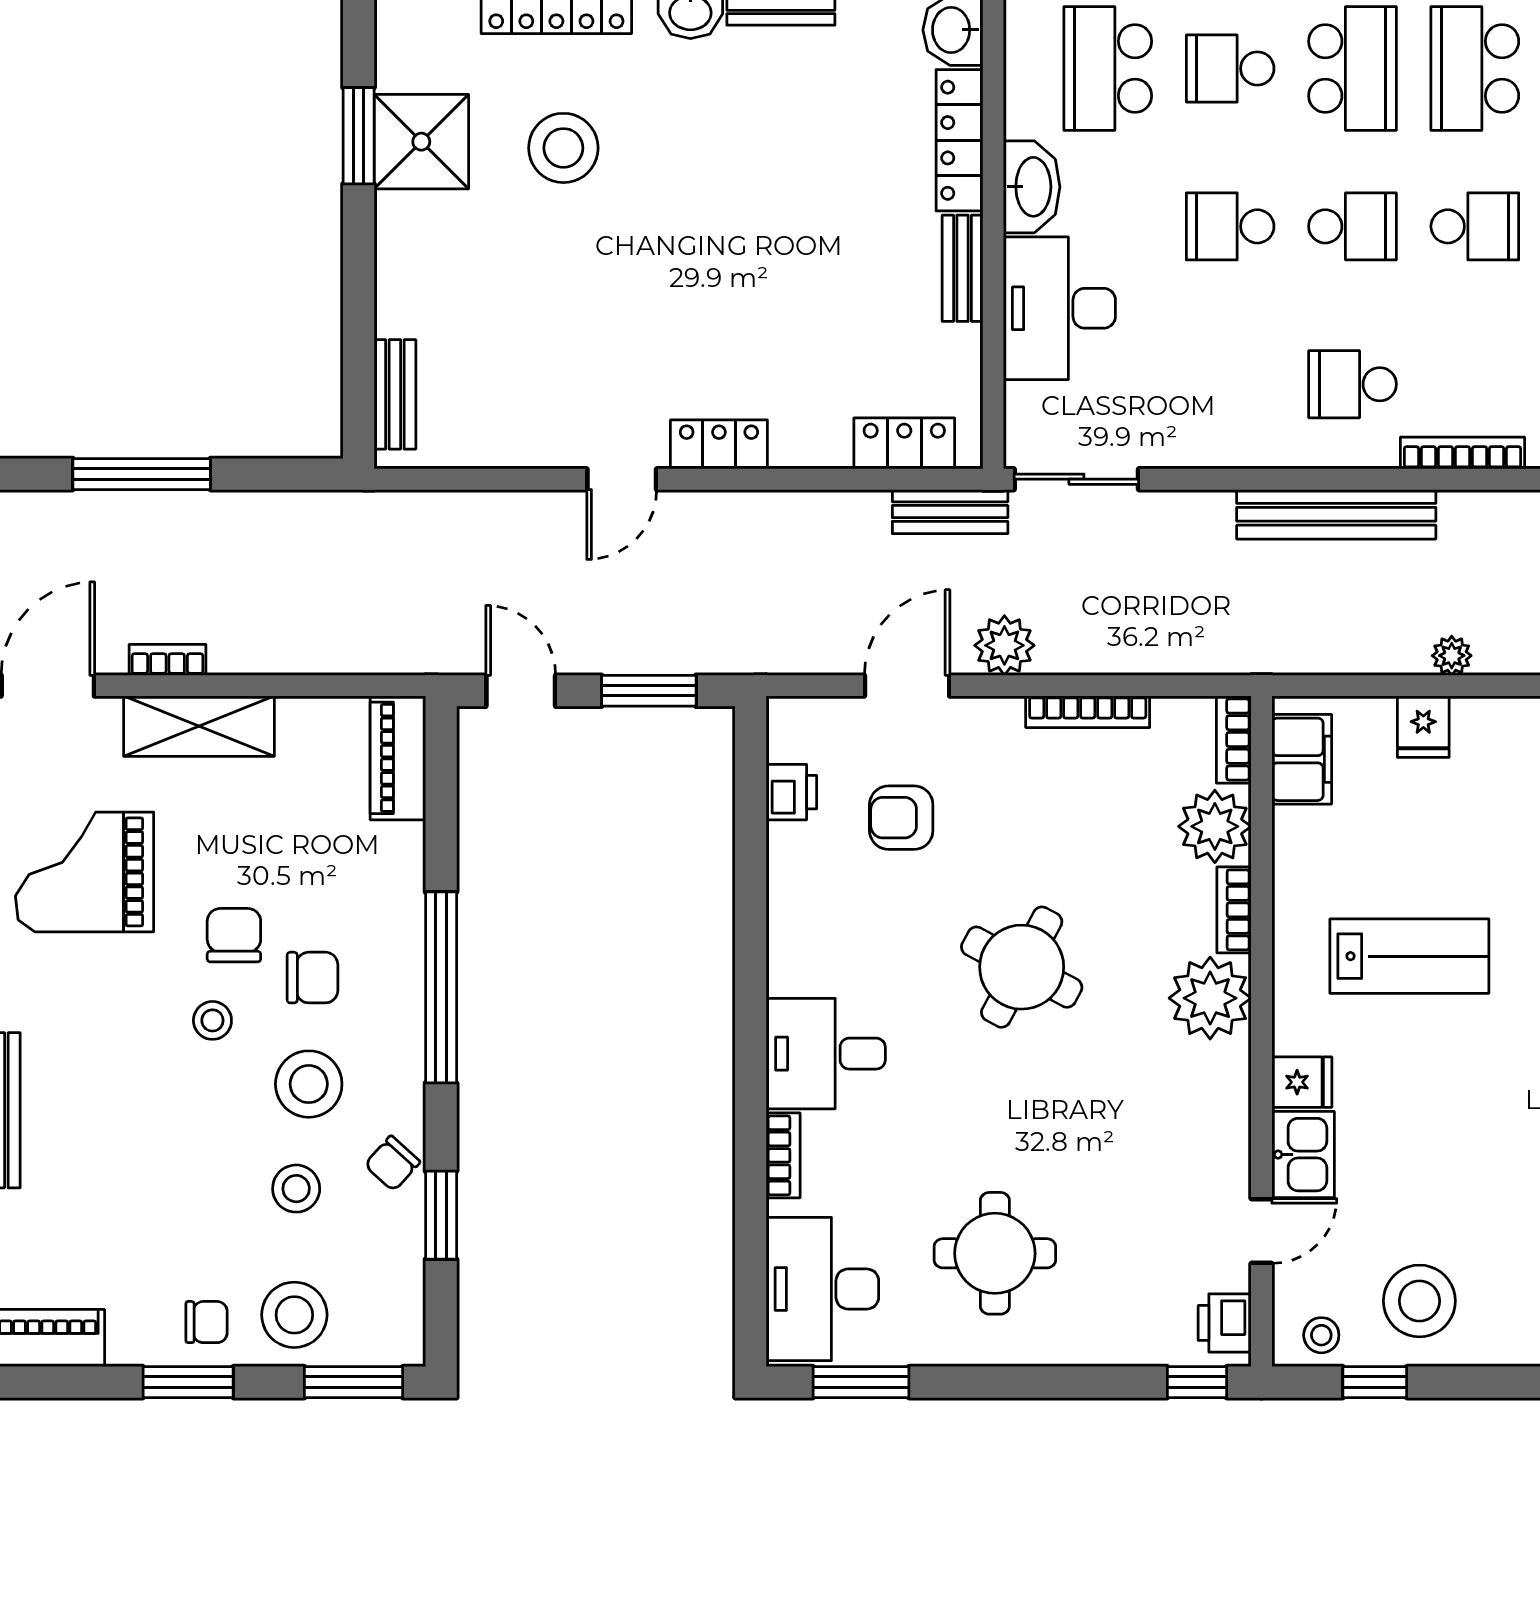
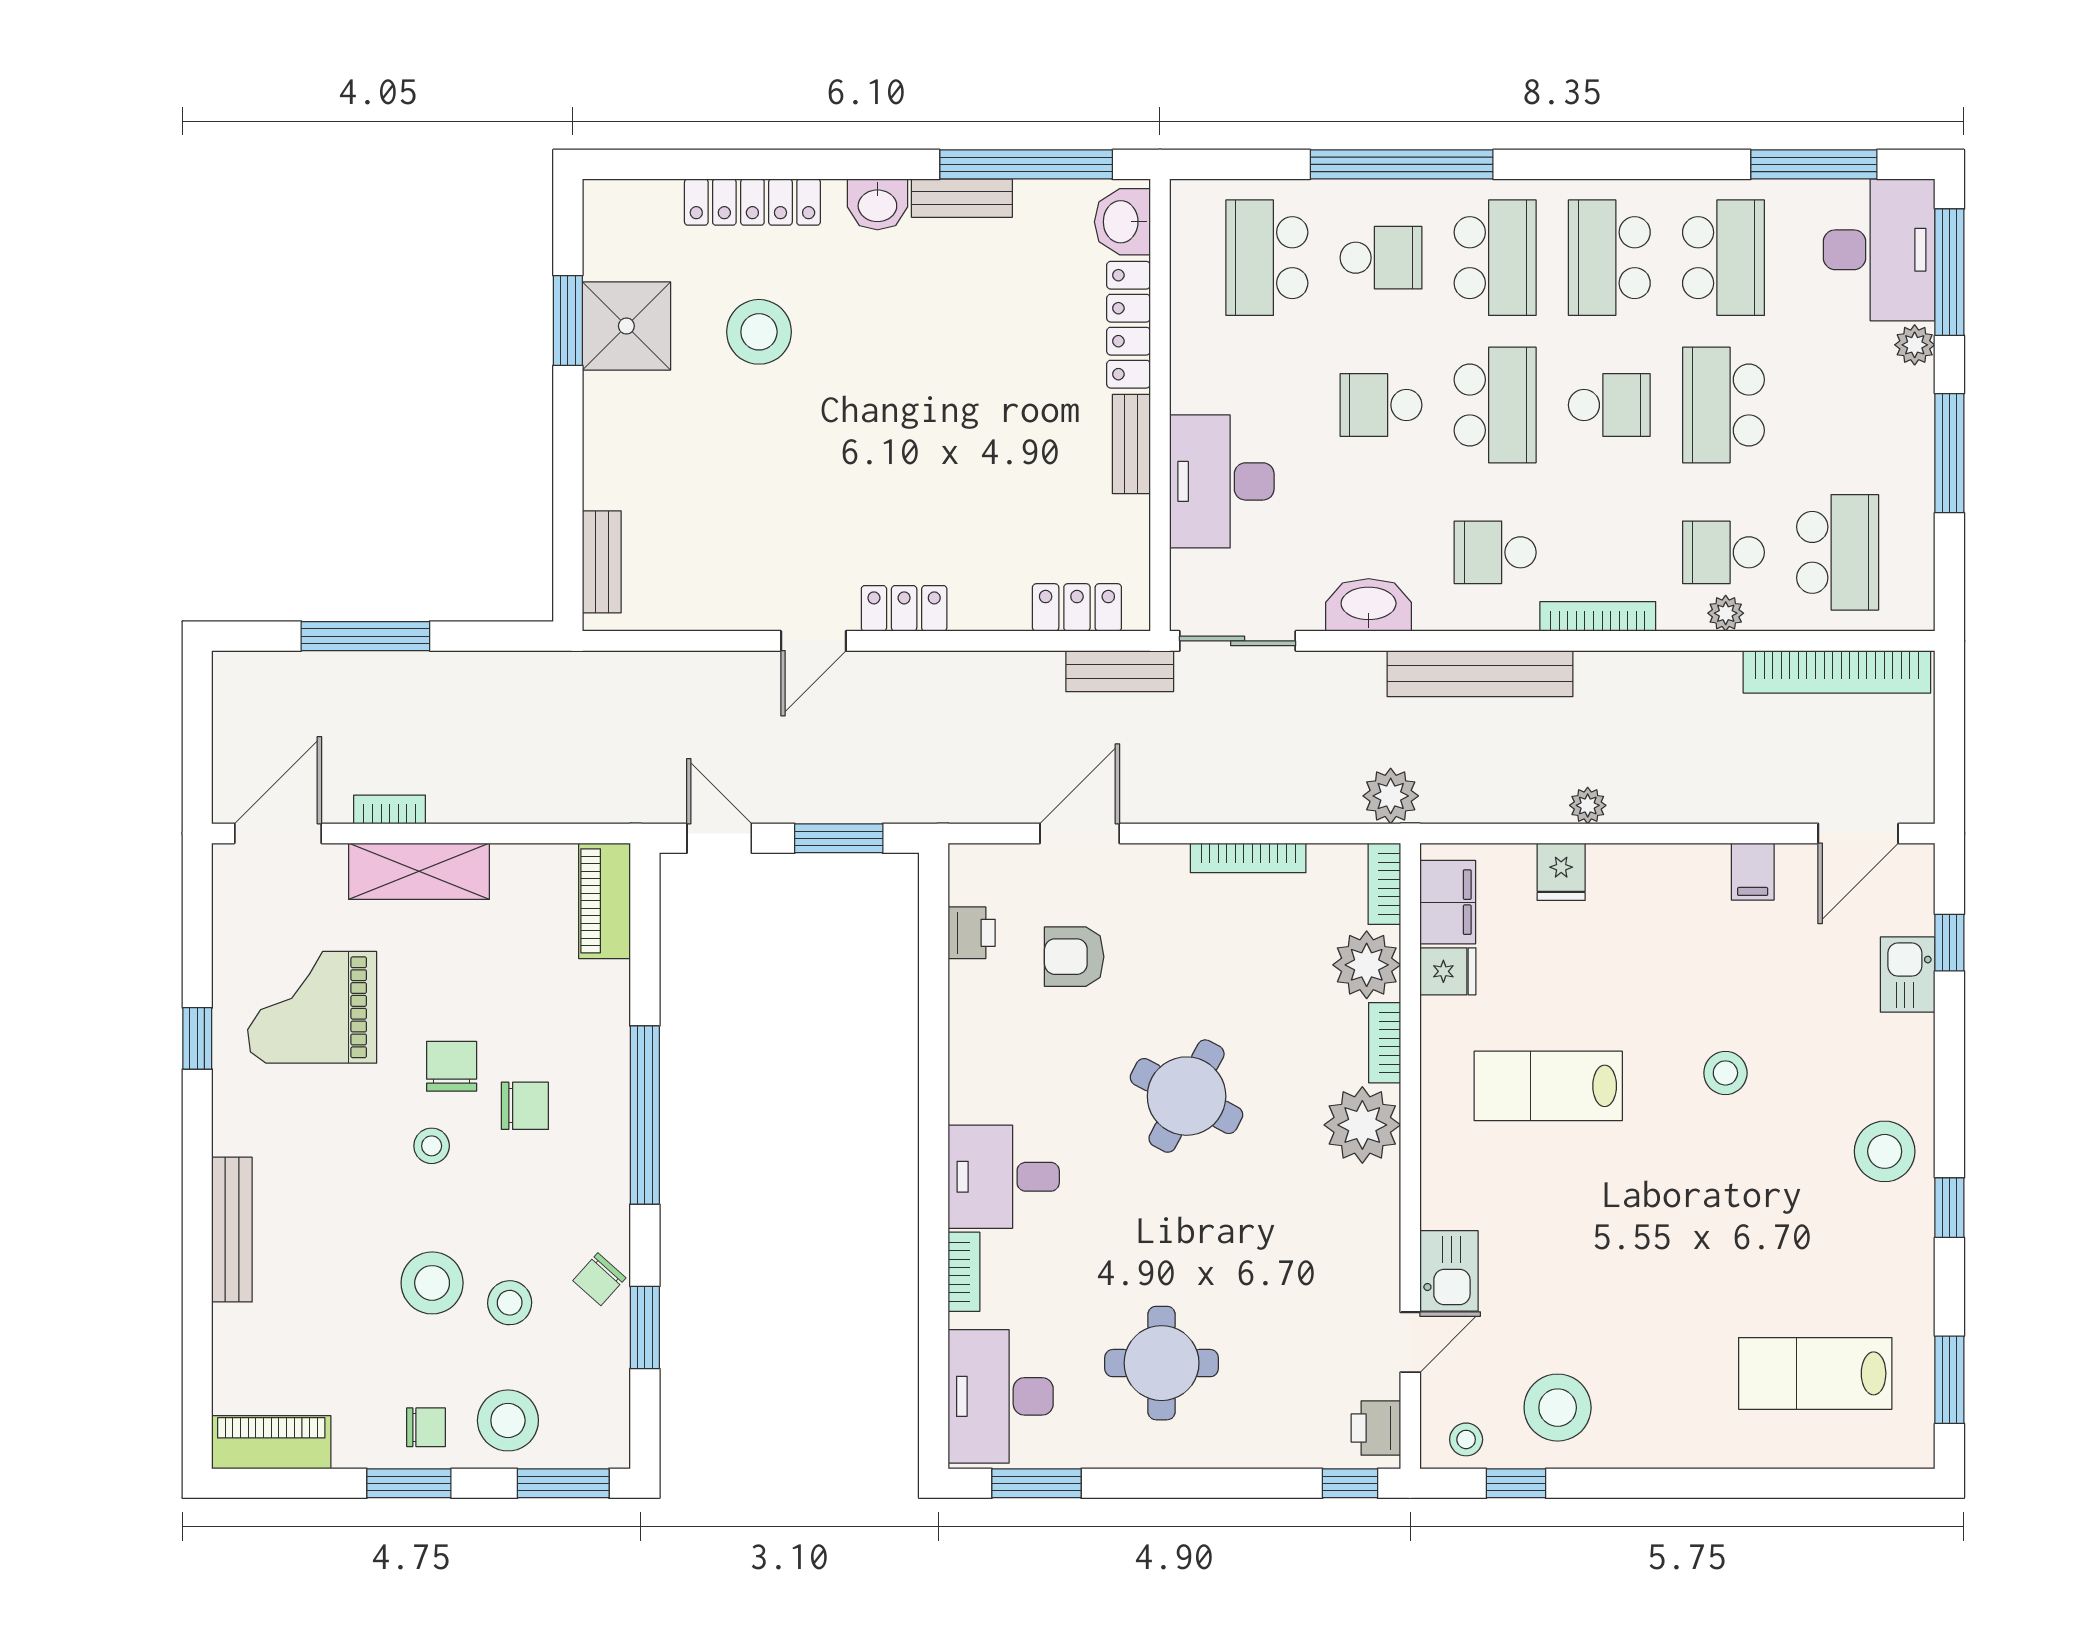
school desk: (1230, 68) -> (1381, 258), turned 180
washbasin: (1032, 187) -> (1369, 605), moved, turned -90
school desk: (1352, 226) -> (1495, 405), width x1.85
plant: (1004, 645) -> (1391, 796), moved
lab bench: (1409, 956) -> (1548, 1086), turned 180
fridge: (1302, 1082) -> (1448, 971), moved
stool: (309, 1084) -> (432, 1283), moved

